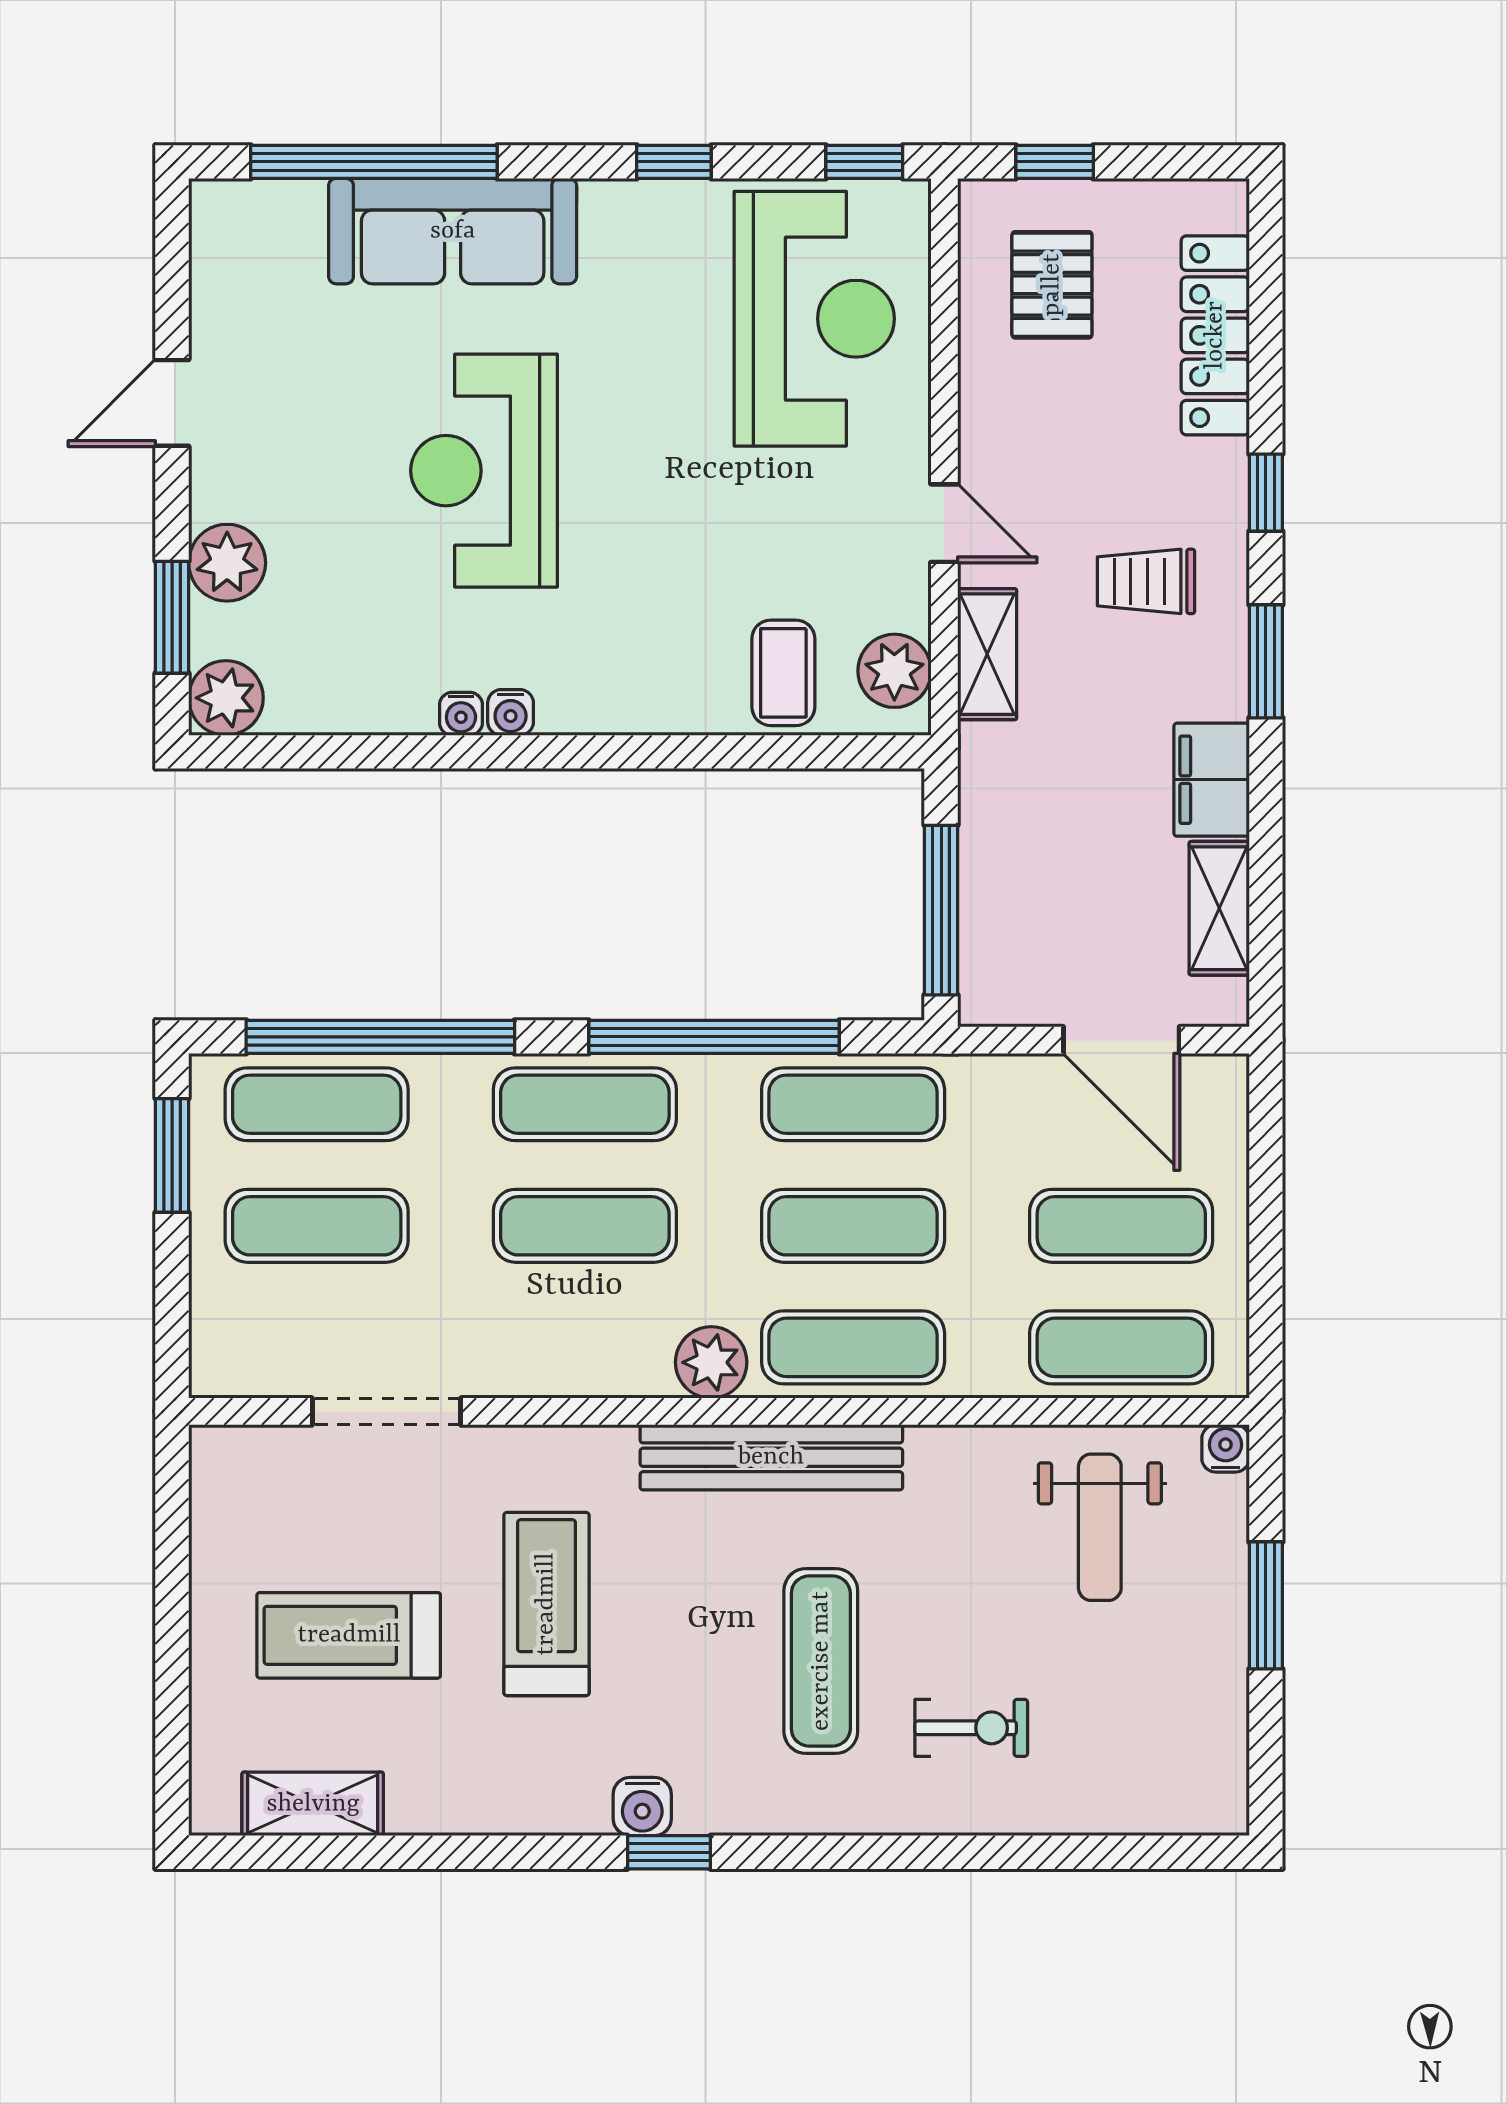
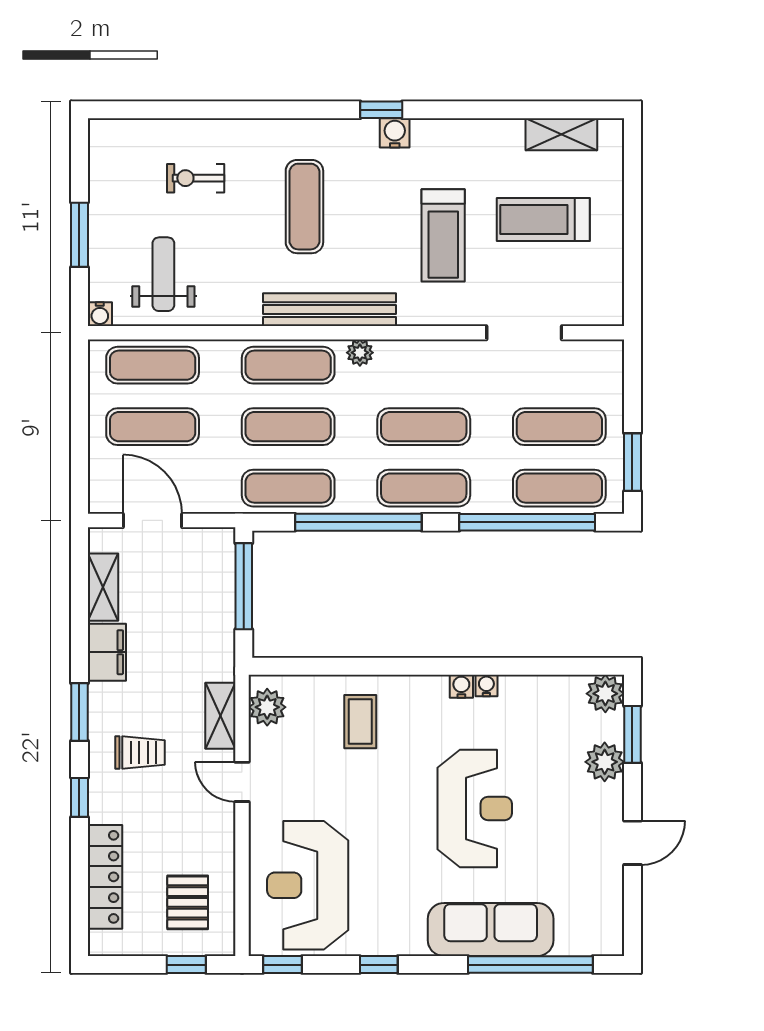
coffee table: (783, 673) -> (360, 722), moved
plant: (711, 1362) -> (360, 353), width x0.73, depth x0.73
treadmill: (349, 1635) -> (543, 220), turned 180
exercise bike: (971, 1728) -> (196, 178), moved

